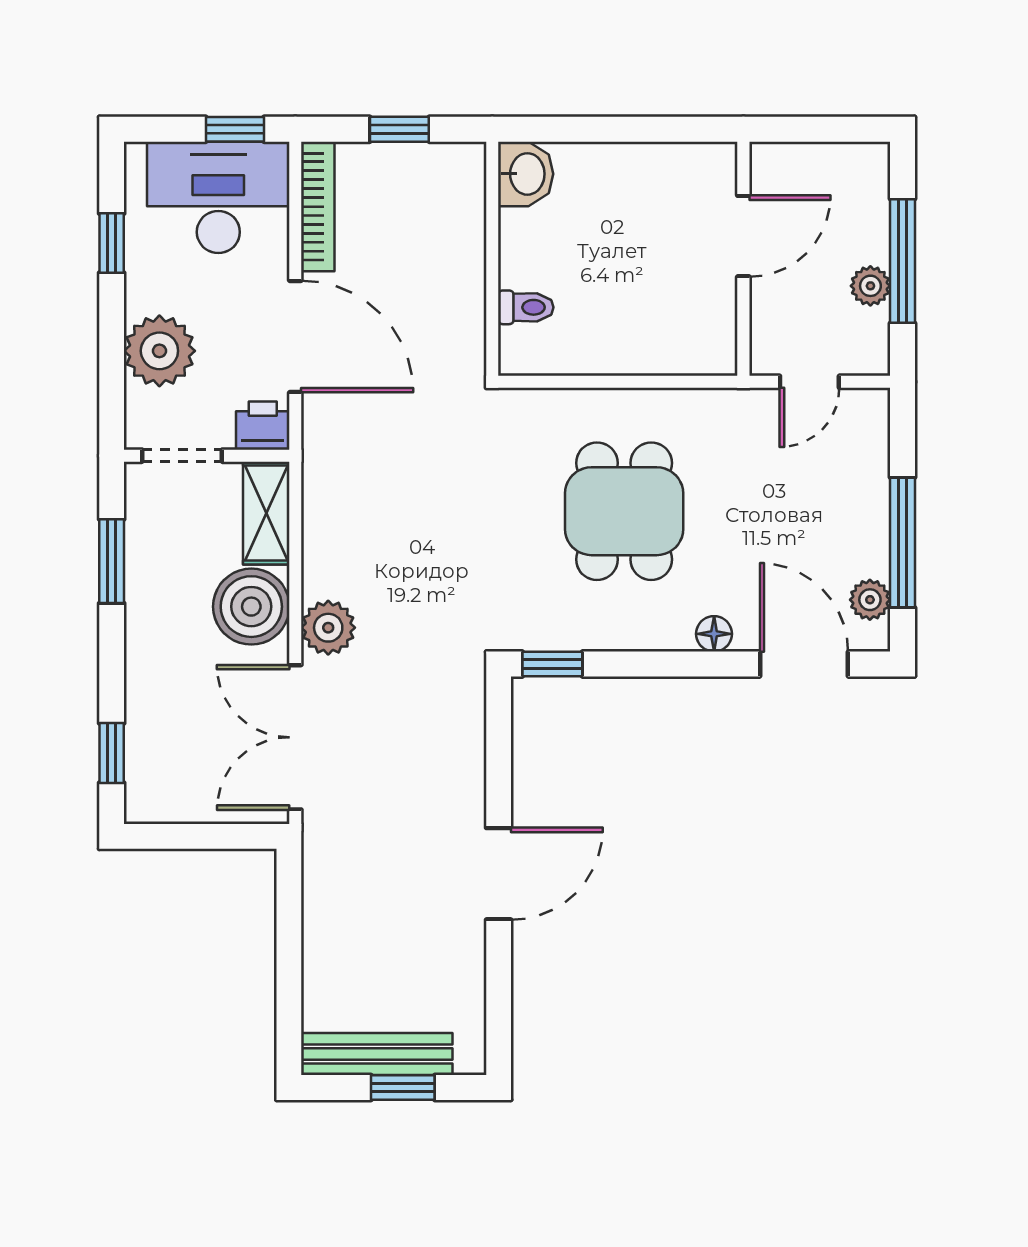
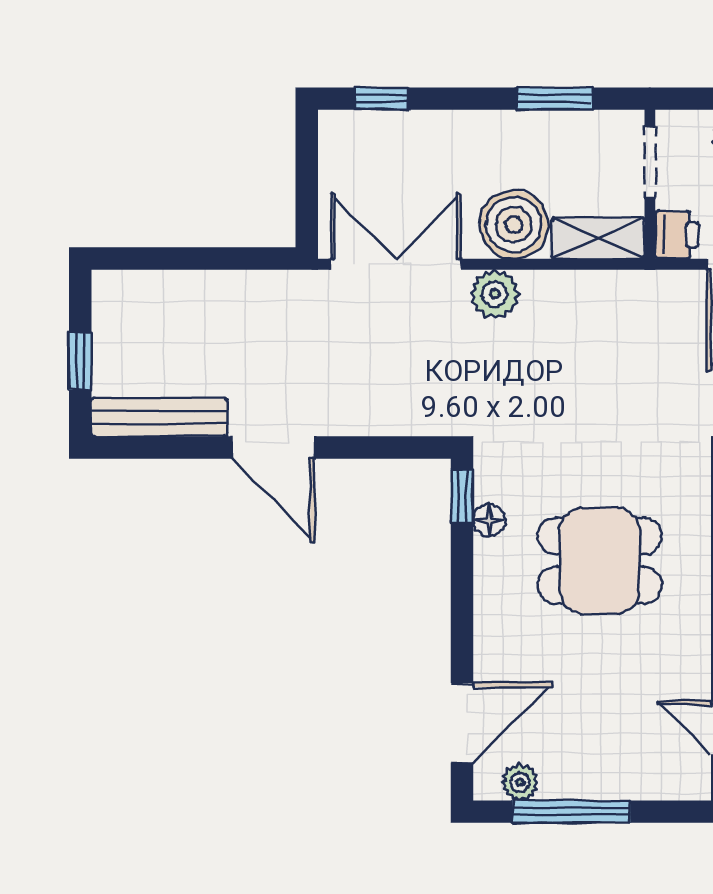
floor lamp: (714, 634) -> (489, 520), moved
bench: (377, 1054) -> (160, 417), moved, turned 90

